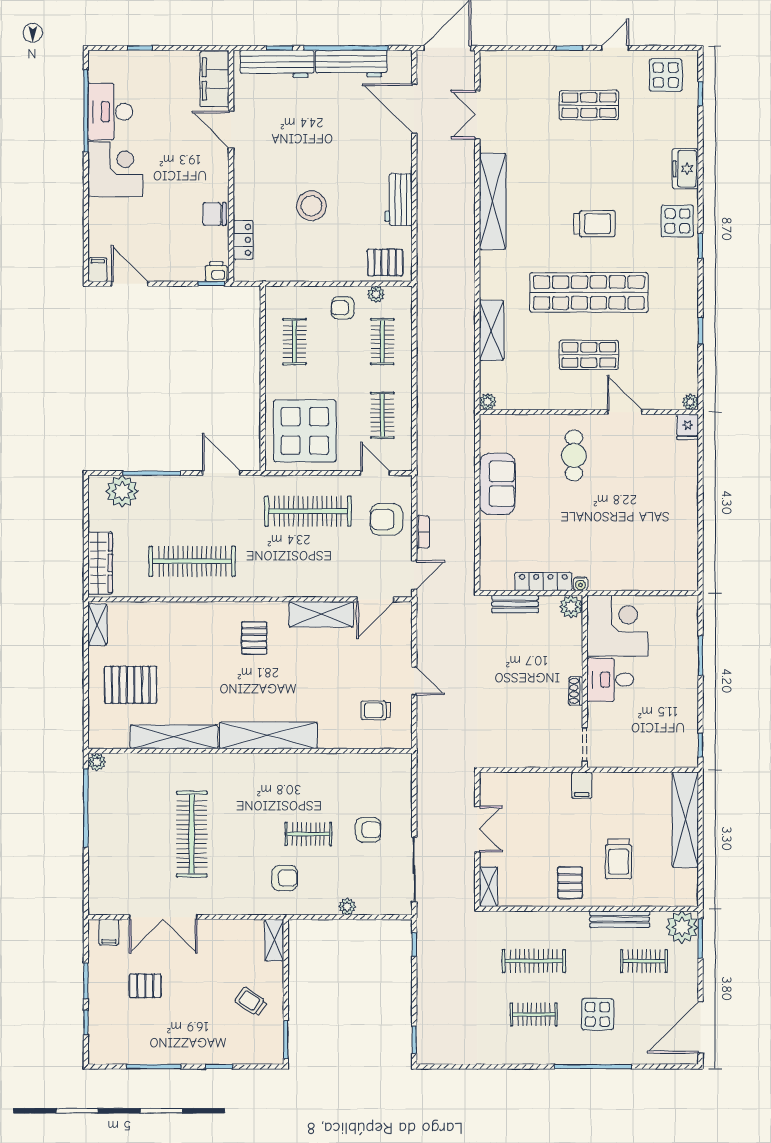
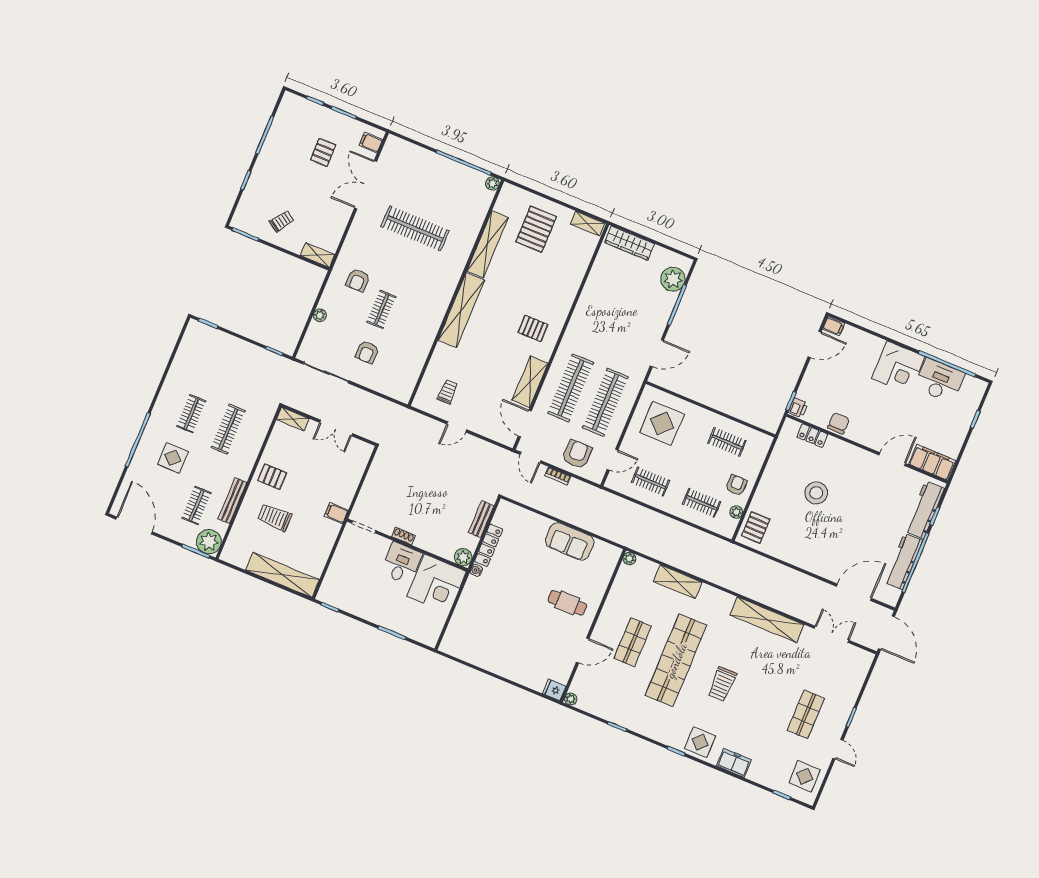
workbench: (399, 200) -> (795, 555), removed
display table: (305, 431) -> (662, 423), width x0.73, depth x0.73
clothes rail: (192, 561) -> (571, 388), moved

